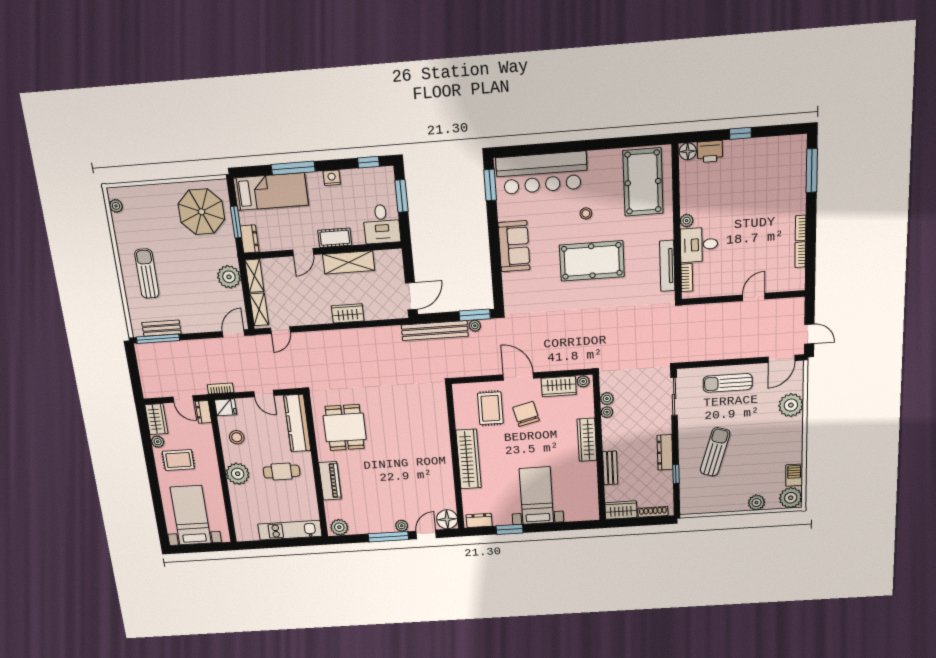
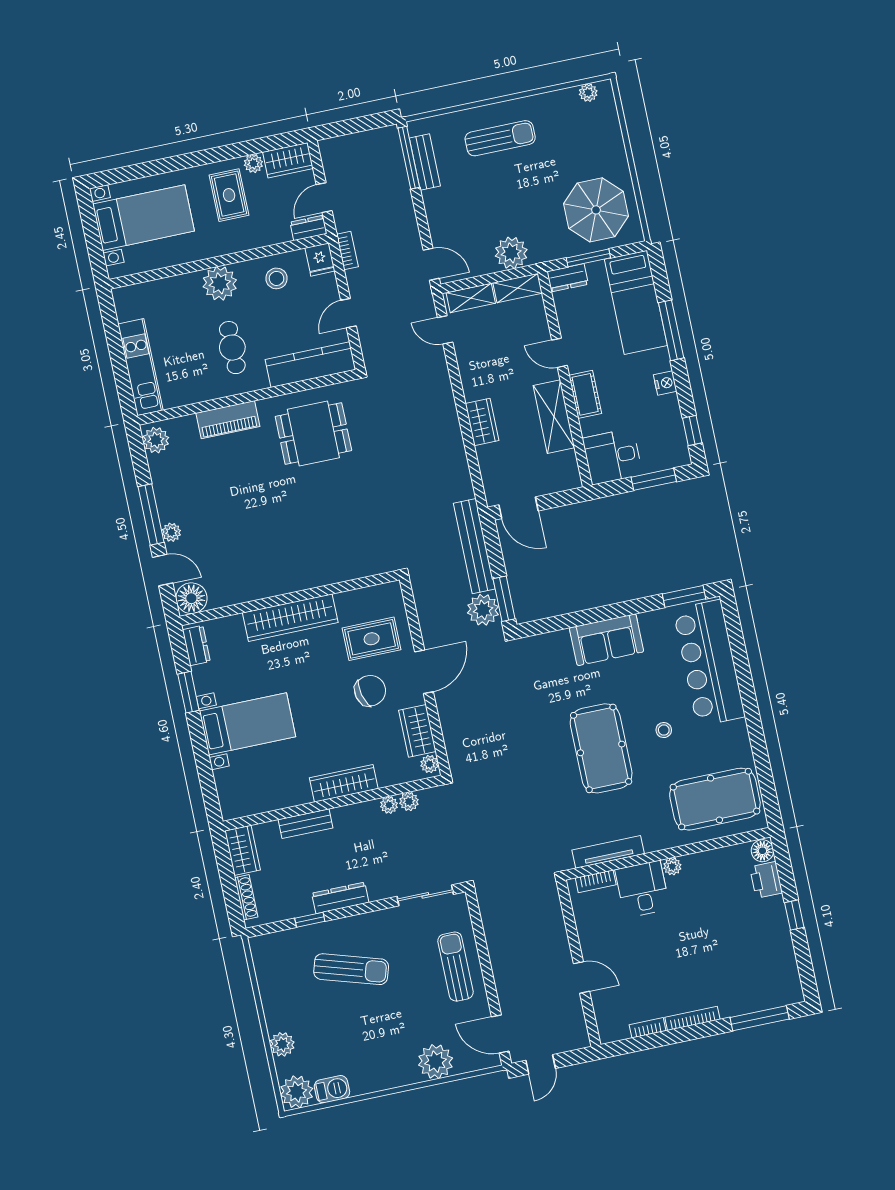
bookcase: (801, 228) -> (692, 1018), width x1.56
plant: (475, 326) -> (483, 610), width x1.87, depth x1.87

